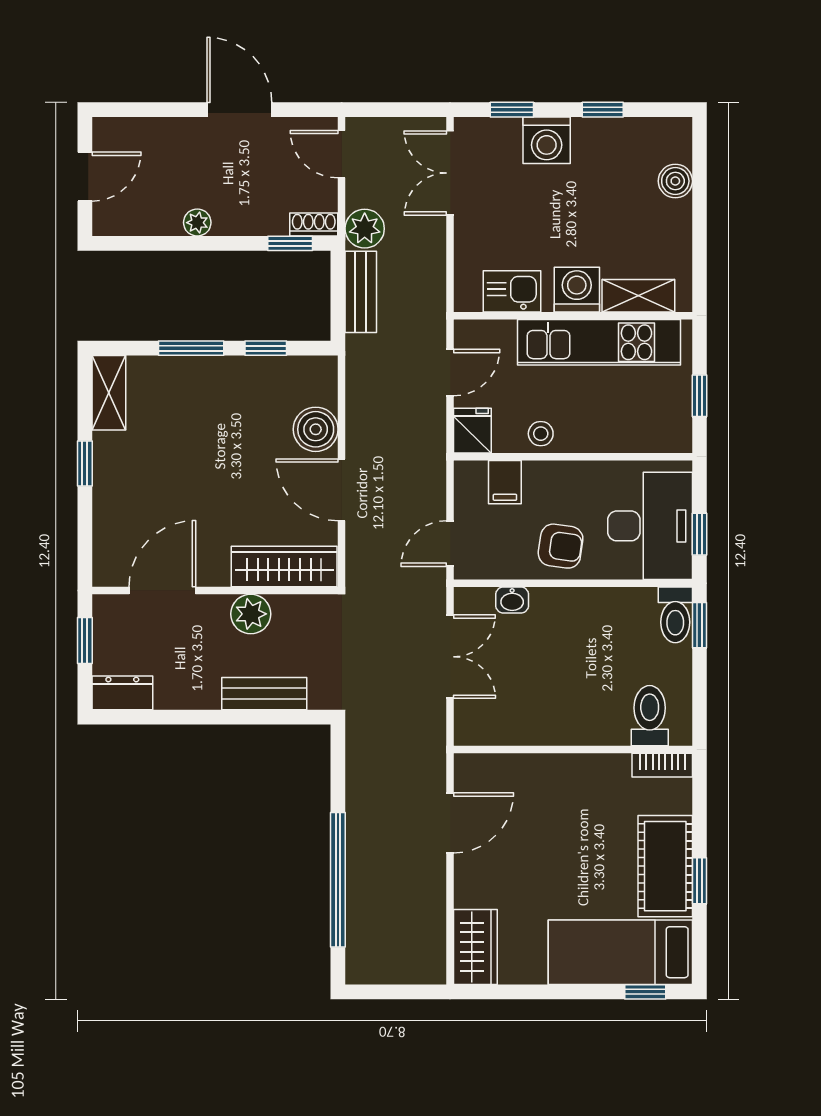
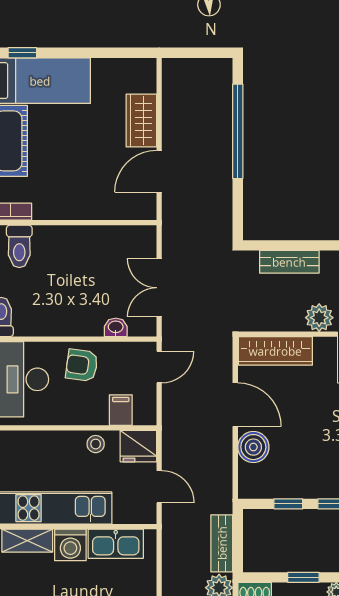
window: (290, 243) -> (303, 577), moved
kitchen sink: (512, 291) -> (116, 544), width x1.38
door: (450, 373) -> (159, 487), swing flipped
fridge: (472, 431) -> (138, 446), width x1.38
plant: (251, 614) -> (319, 318), moved
wardrobe: (475, 947) -> (141, 121), moved

